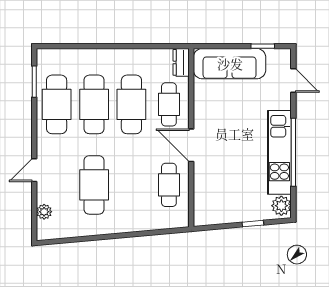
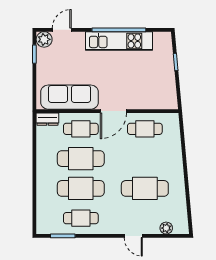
sofa: (230, 64) -> (69, 97), moved, turned -90
cafe table: (57, 104) -> (81, 218), width x0.73, depth x0.74
plant: (281, 206) -> (44, 39), moved

